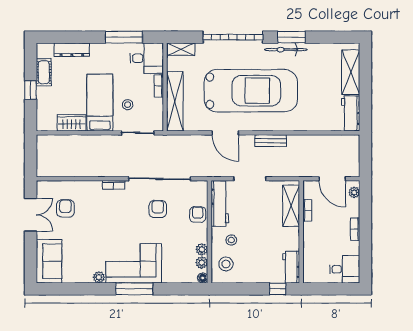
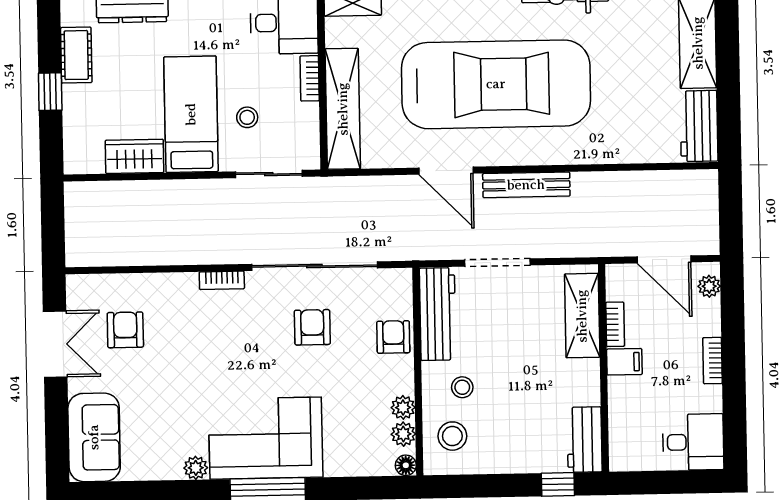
bench: (271, 141) -> (526, 185), width x1.36
filing cabinet: (312, 229) -> (624, 362), added

